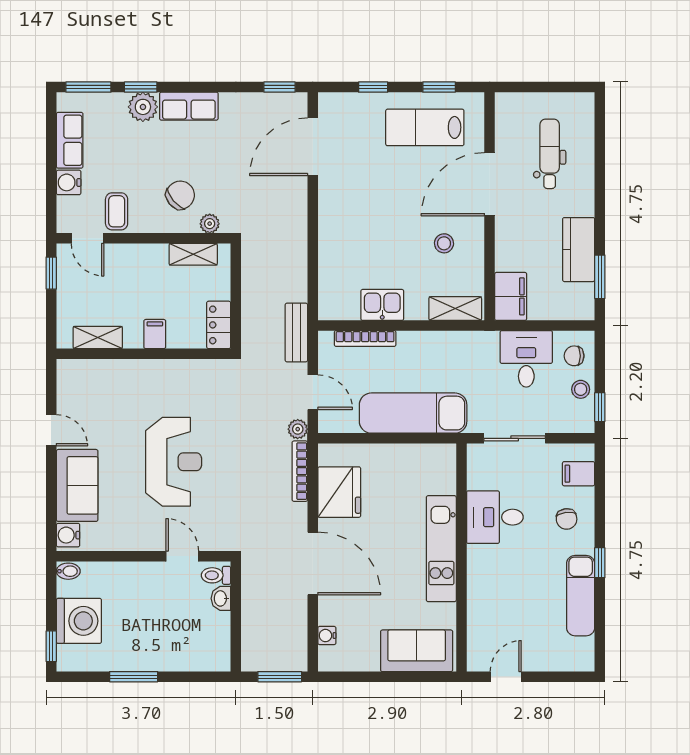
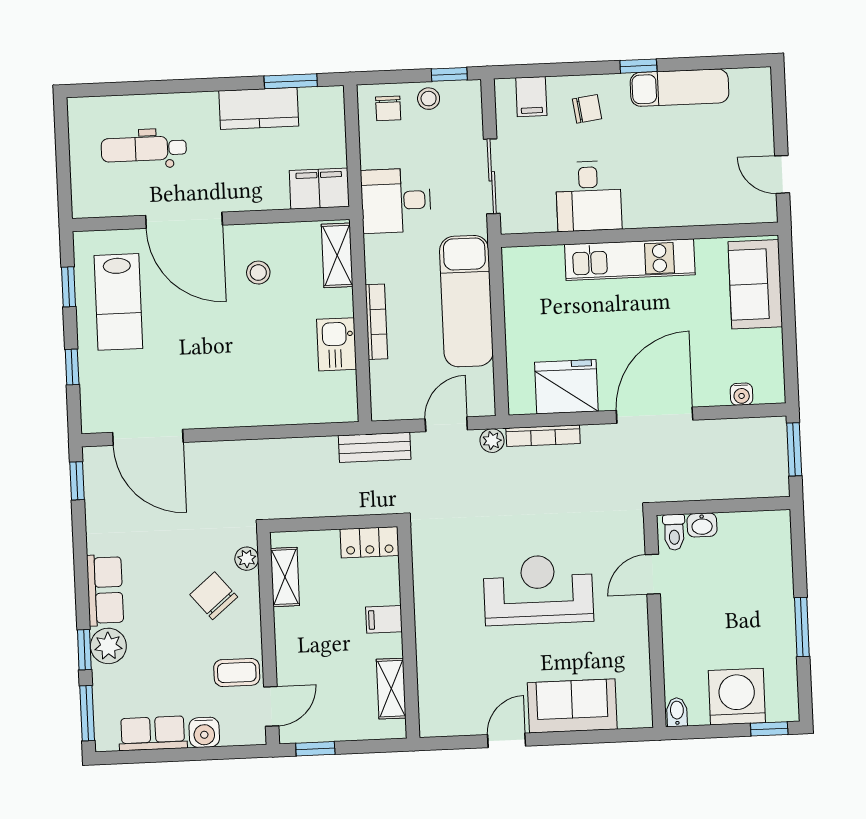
bookcase: (365, 339) -> (376, 322), moved
desk: (526, 359) -> (396, 201), moved
water cooler: (68, 535) -> (633, 714), removed

